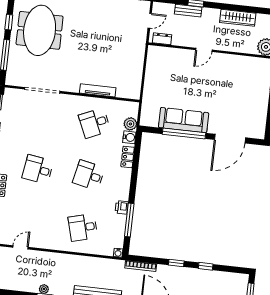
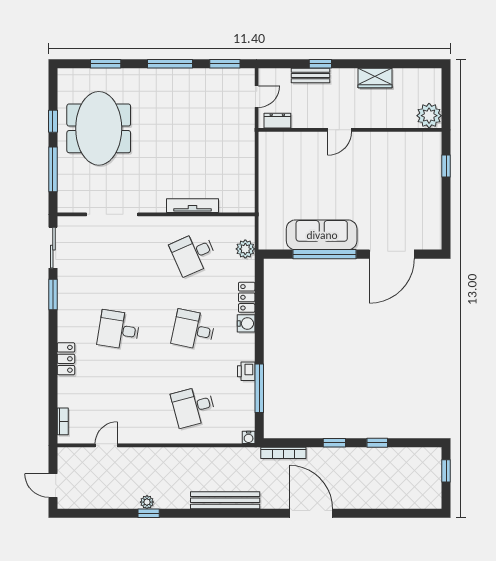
wardrobe: (238, 18) -> (375, 78), width x0.67
water cooler: (129, 137) -> (246, 323), moved

